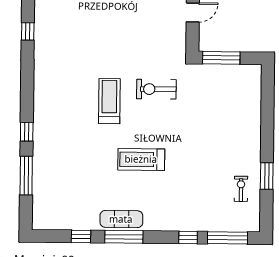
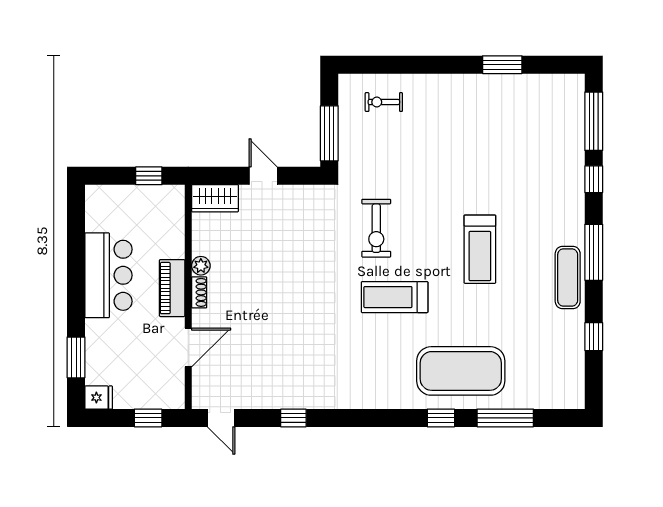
exercise mat: (59, 146) -> (461, 371), added
exercise bike: (241, 189) -> (384, 102), moved
window: (124, 237) -> (594, 252), moved

